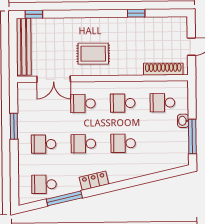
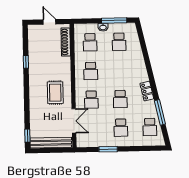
school desk: (123, 143) -> (119, 42), moved

